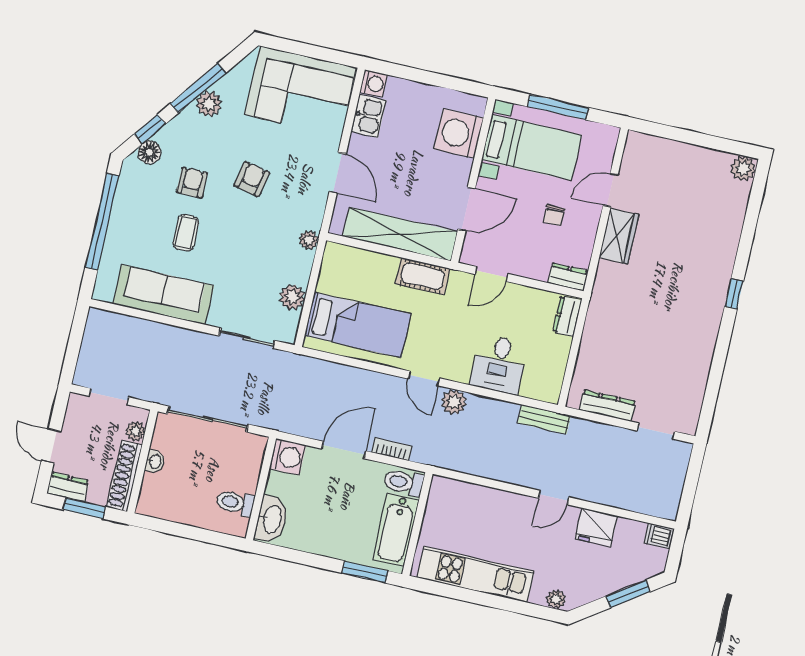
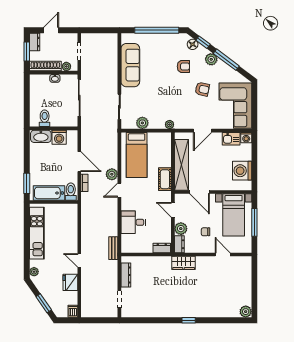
plant: (209, 104) -> (211, 59), moved
washing machine: (459, 133) -> (242, 171), moved, turned -90
armchair: (252, 179) -> (202, 89), moved
coffee table: (186, 233) -> (160, 69), removed
wardrobe: (619, 236) -> (184, 263), moved
plant: (535, 266) -> (181, 229), added
plant: (454, 402) -> (112, 174), moved
washing machine: (288, 457) -> (59, 137), moved

